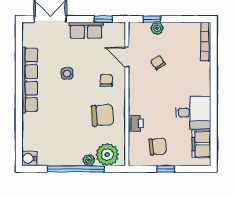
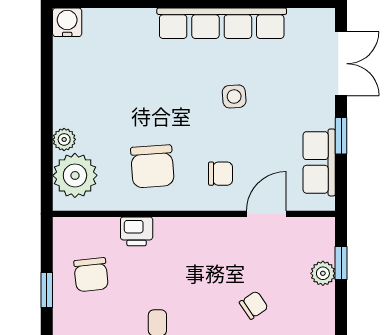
window: (103, 19) -> (341, 136), moved
row of seats: (86, 30) -> (319, 162), moved
chair: (158, 62) -> (254, 305), moved
window: (76, 169) -> (47, 113), removed

